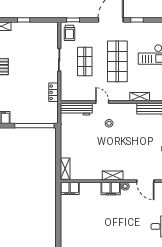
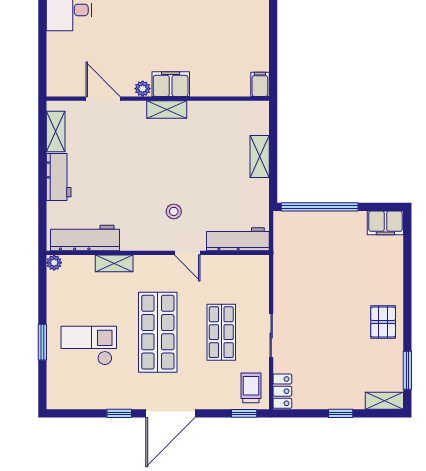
locker: (53, 92) -> (282, 391), moved
shelving: (65, 169) -> (260, 157), moved
filing cabinet: (70, 188) -> (260, 84), width x0.50

